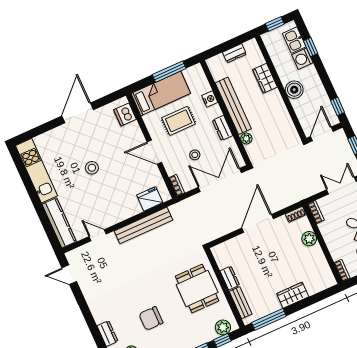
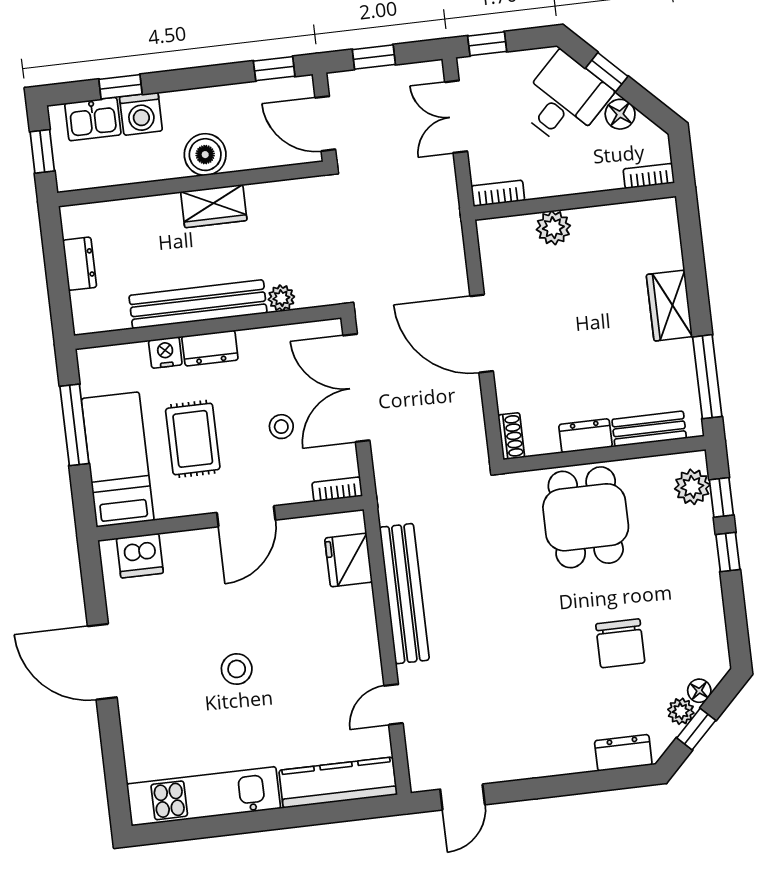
wardrobe: (265, 78) -> (214, 206), moved
dresser: (222, 128) -> (210, 348), moved
shoe rack: (296, 214) -> (511, 436), moved
dining table: (197, 288) -> (586, 517), turned 90

